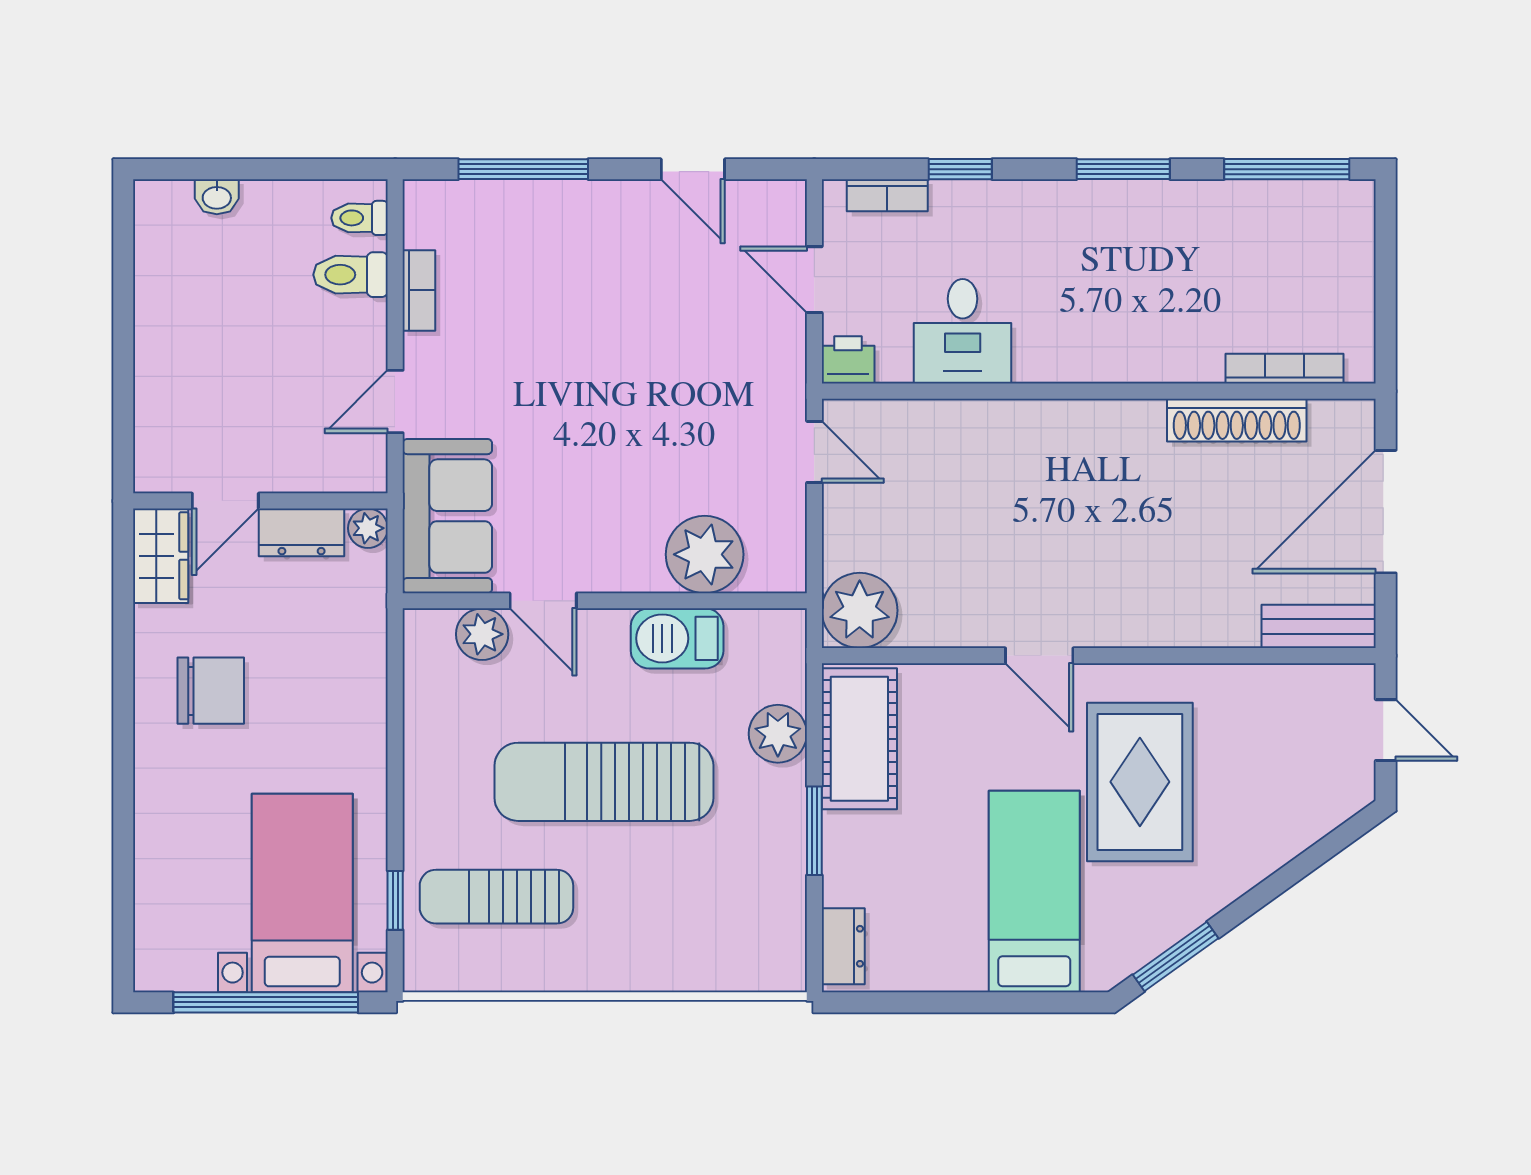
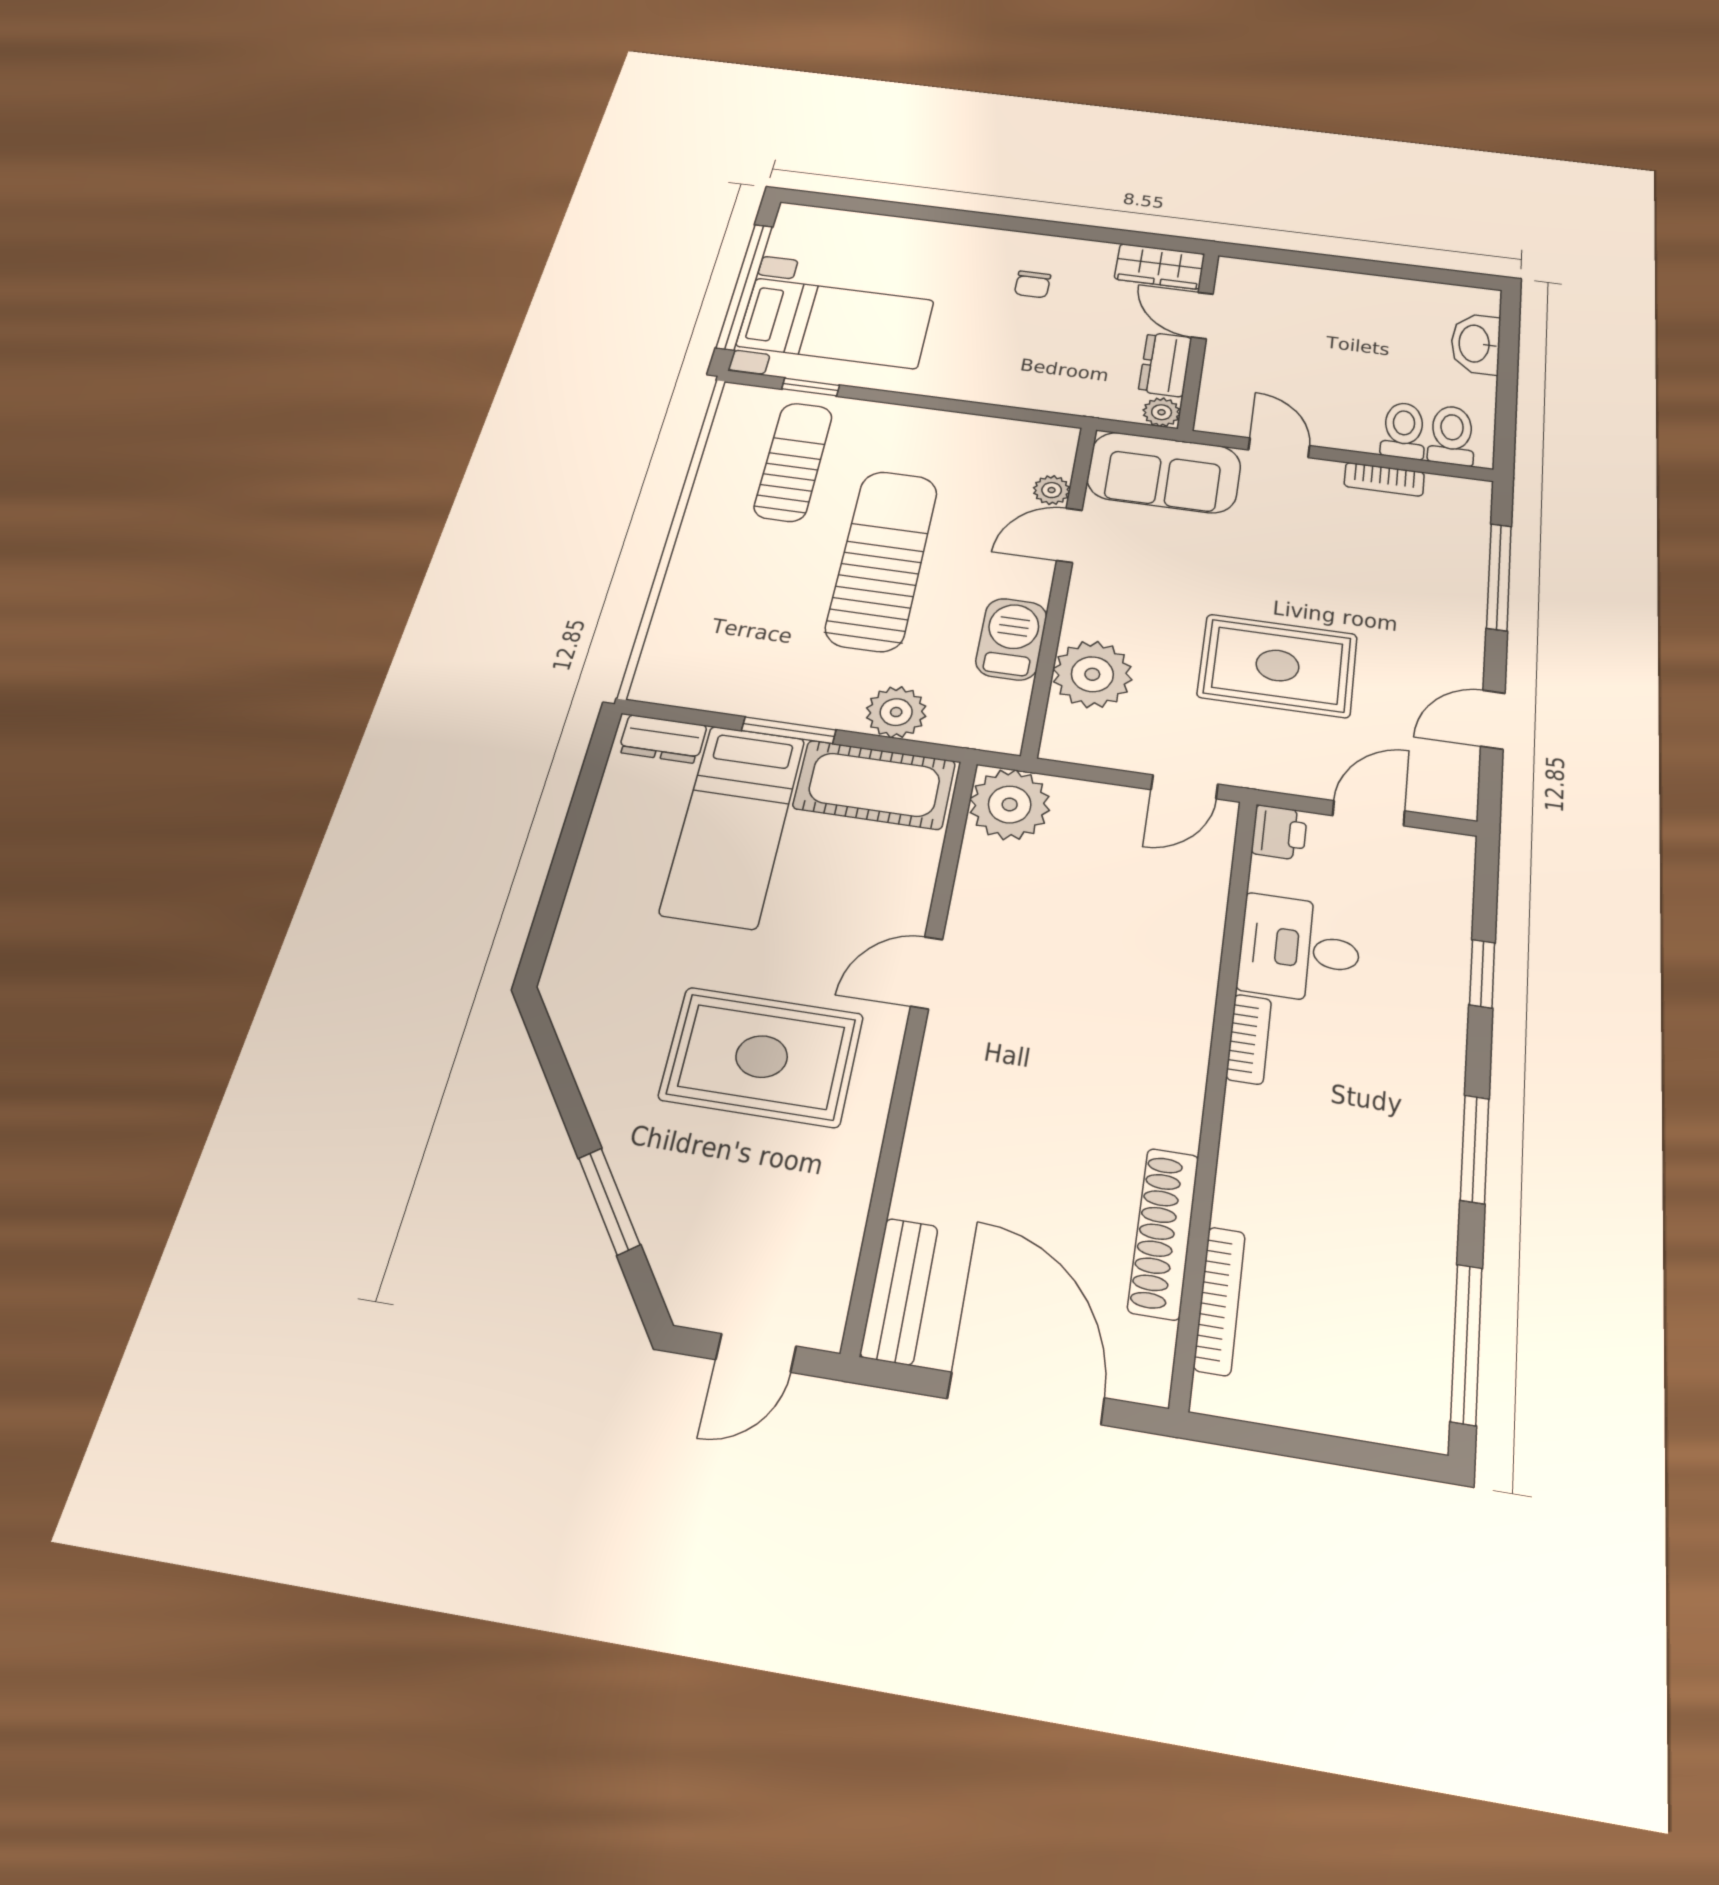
bookcase: (887, 195) -> (1249, 1039), moved, turned 180
washbasin: (217, 197) -> (1476, 344), width x1.91, depth x1.45
toilet: (360, 218) -> (1452, 435), width x1.37, depth x1.39
rug: (665, 378) -> (1277, 666), added
plant: (482, 634) -> (1052, 490), width x0.73, depth x0.73
chair: (211, 691) -> (1033, 284), width x0.54, depth x0.54
bed: (1034, 892) -> (733, 825), moved, turned 90
window: (1176, 957) -> (609, 1201), moved

